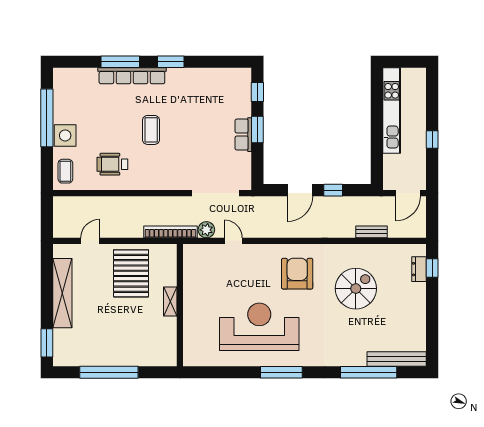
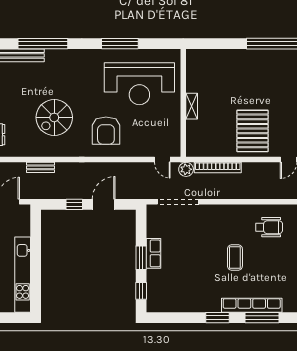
shelving: (170, 301) -> (192, 106), moved
wall: (180, 305) -> (183, 103), moved

